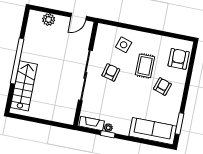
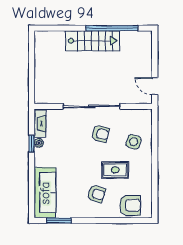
plant: (49, 19) -> (145, 54), removed
window: (17, 61) -> (112, 28), moved
stairs: (24, 86) -> (92, 41), moved

